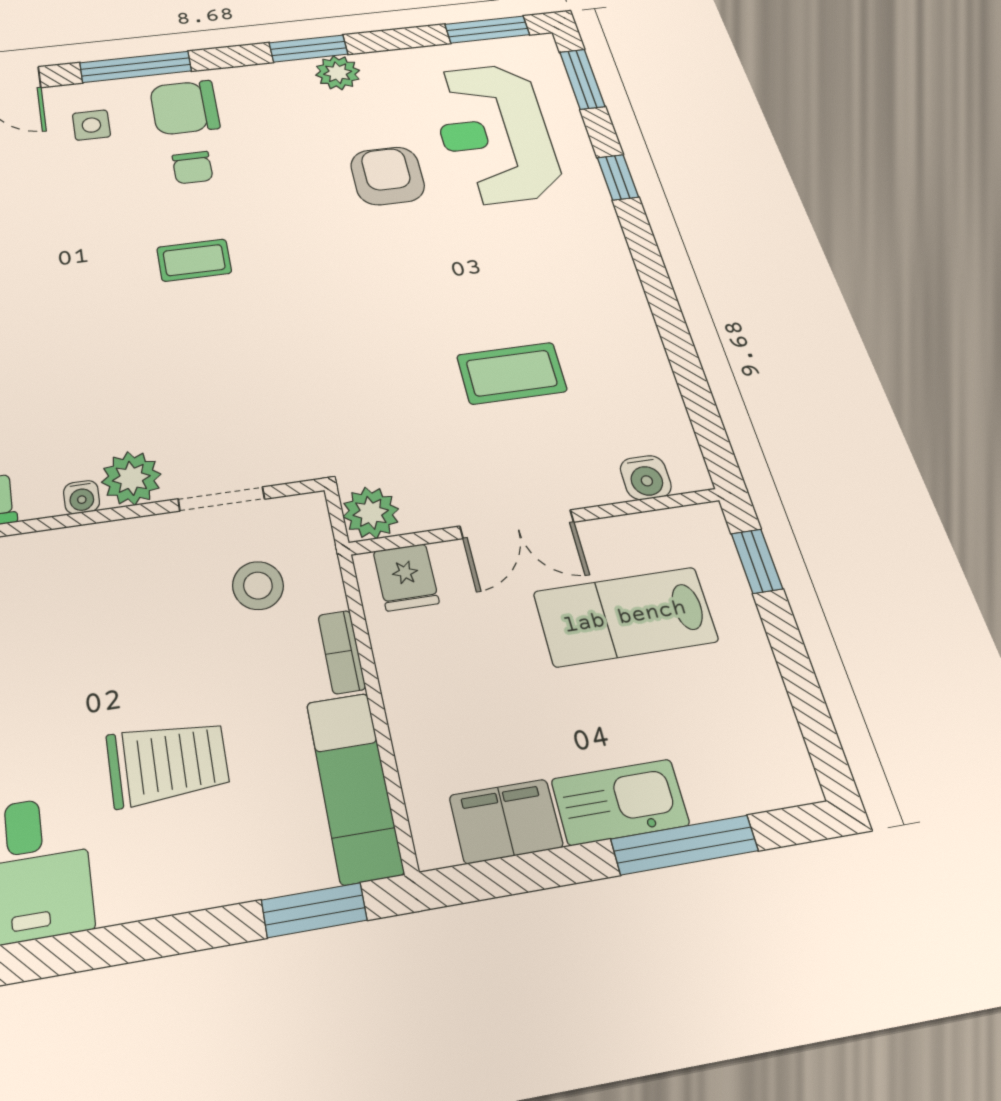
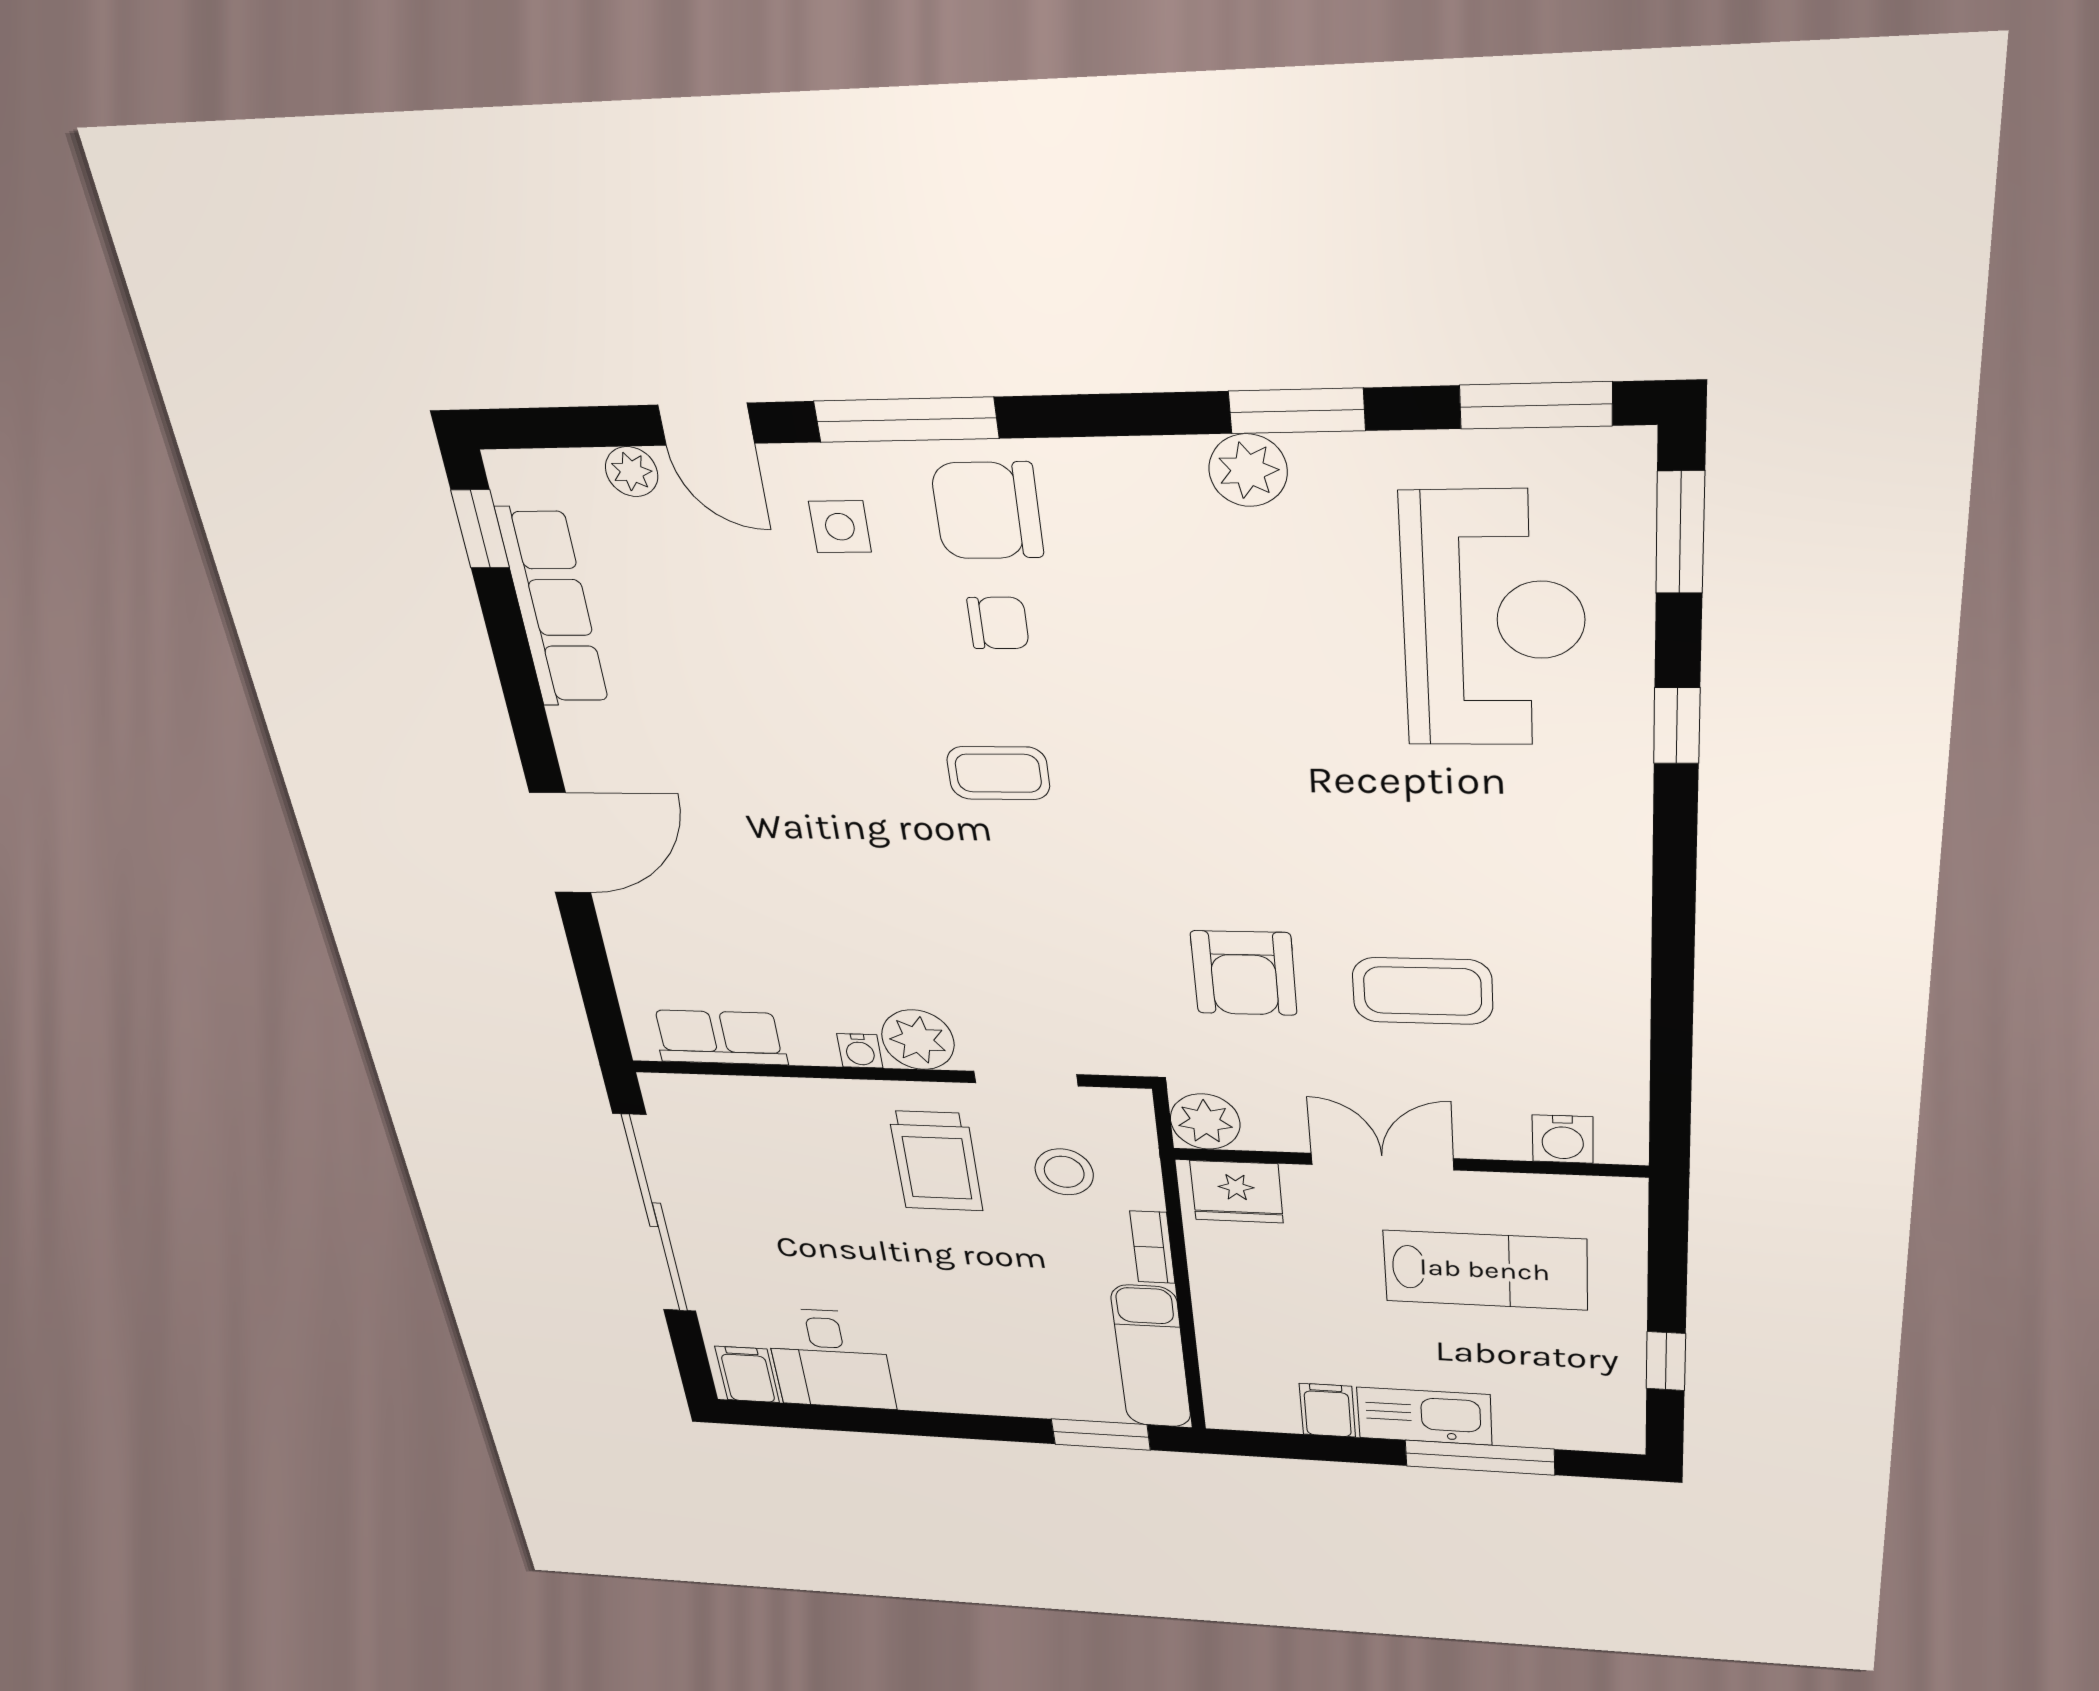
window: (308, 49) -> (1297, 411), moved
reception desk: (494, 133) -> (1494, 620), turned 180
chair: (192, 168) -> (998, 623), turned -90
armchair: (388, 176) -> (1244, 973), moved, turned 180
double door: (517, 524) -> (1382, 1162), swing flipped
window: (757, 561) -> (1666, 1361), moved
fridge: (406, 577) -> (1237, 1192), width x1.38
lab bench: (625, 617) -> (1485, 1270), turned 180
trolley: (168, 763) -> (936, 1161), moved, turned 90
filing cabinet: (506, 821) -> (1327, 1410), width x0.50

